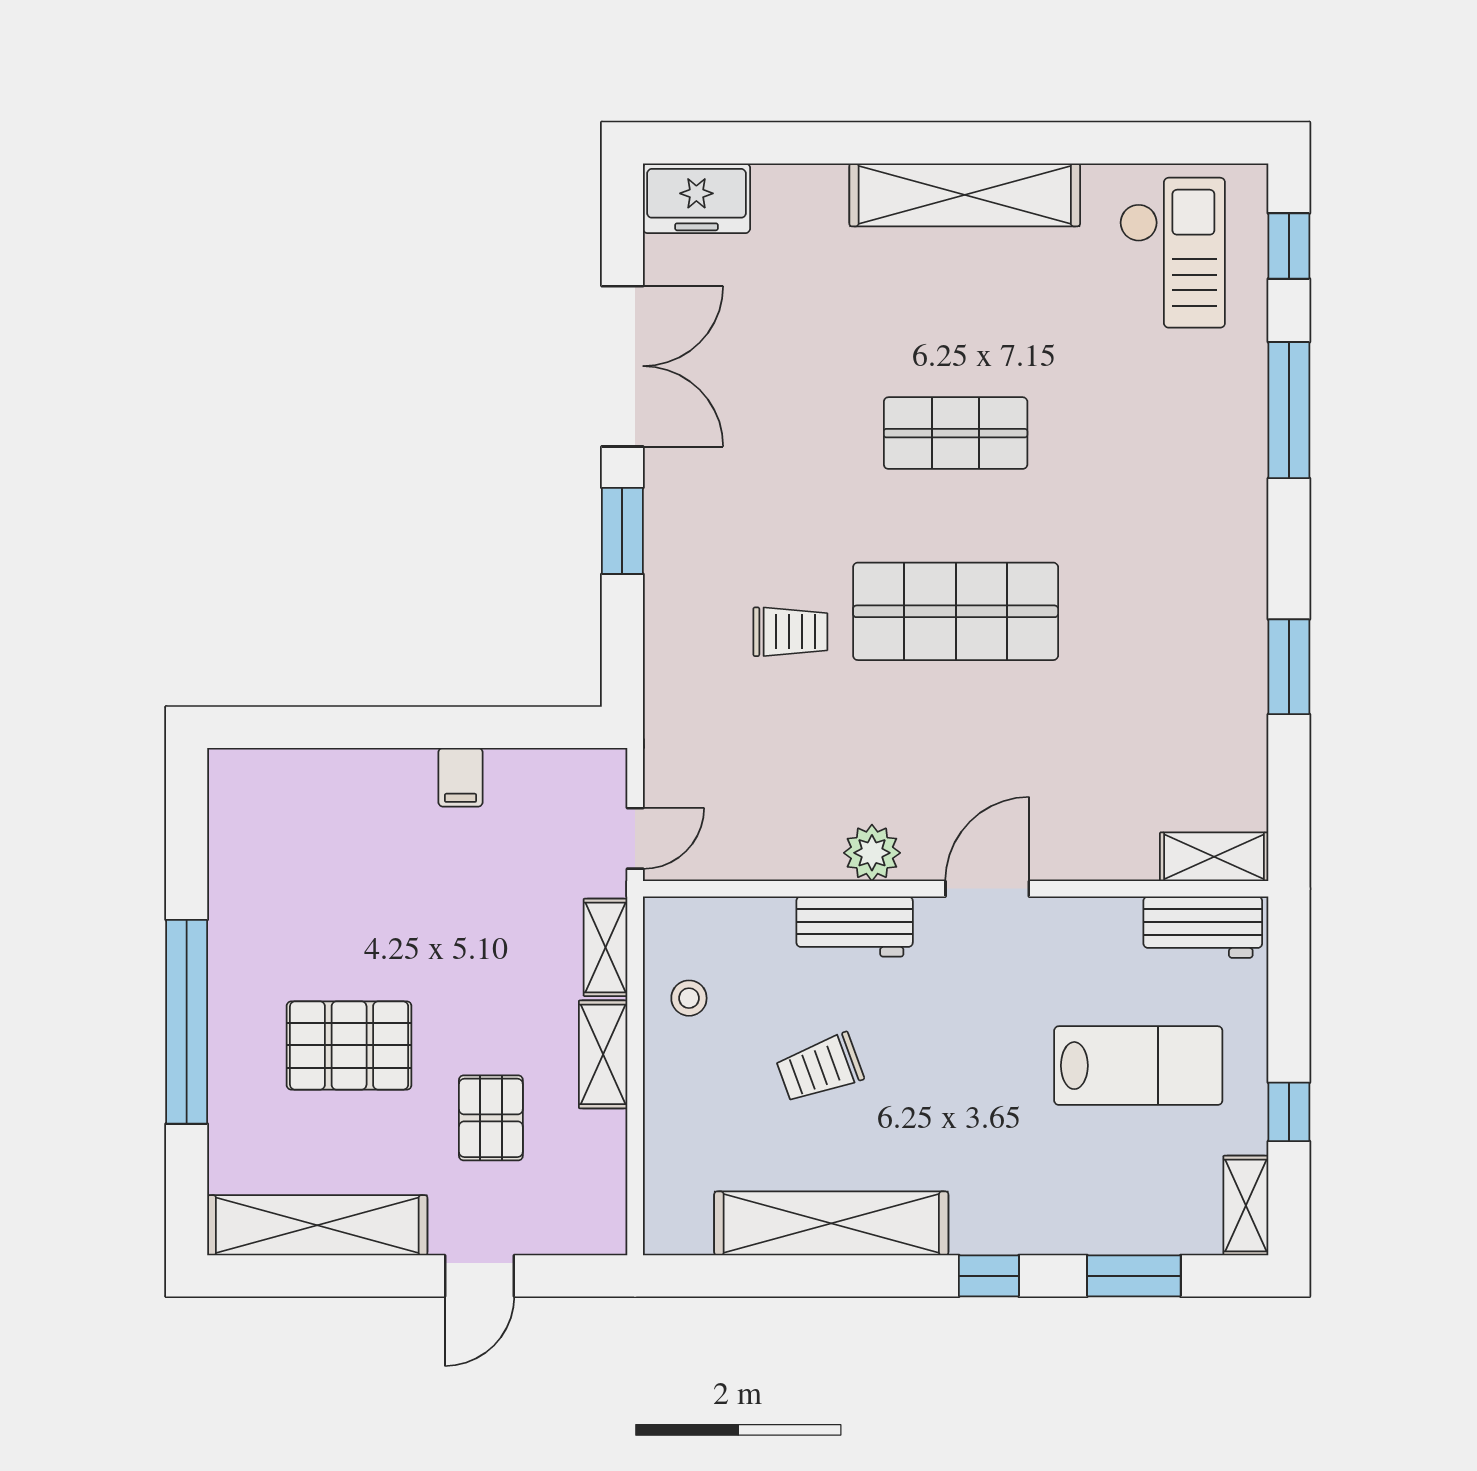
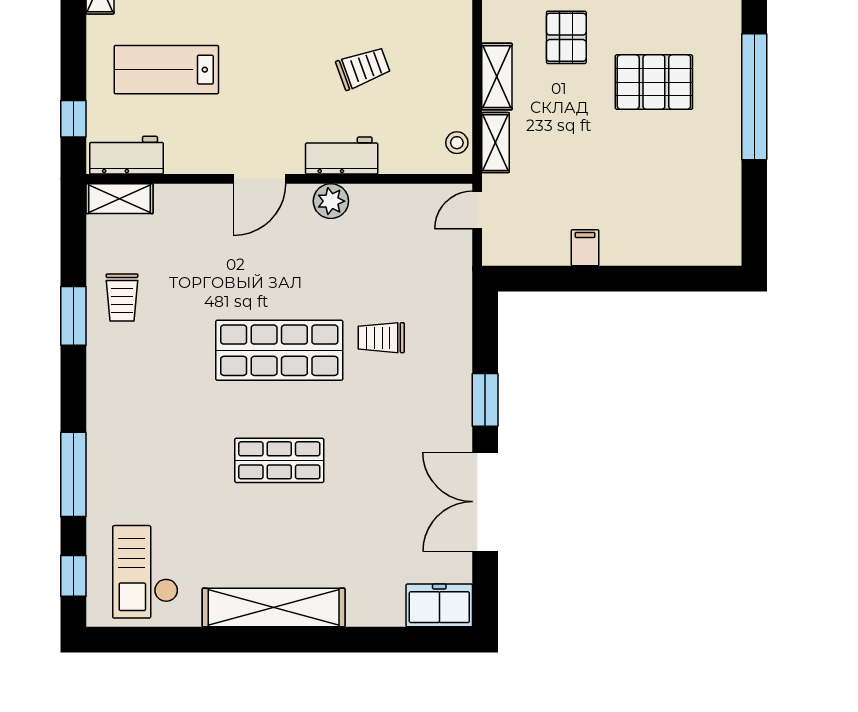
trolley: (1210, 697) -> (122, 297), added
stool: (689, 998) -> (457, 143), moved
window: (1289, 1112) -> (73, 119), moved

